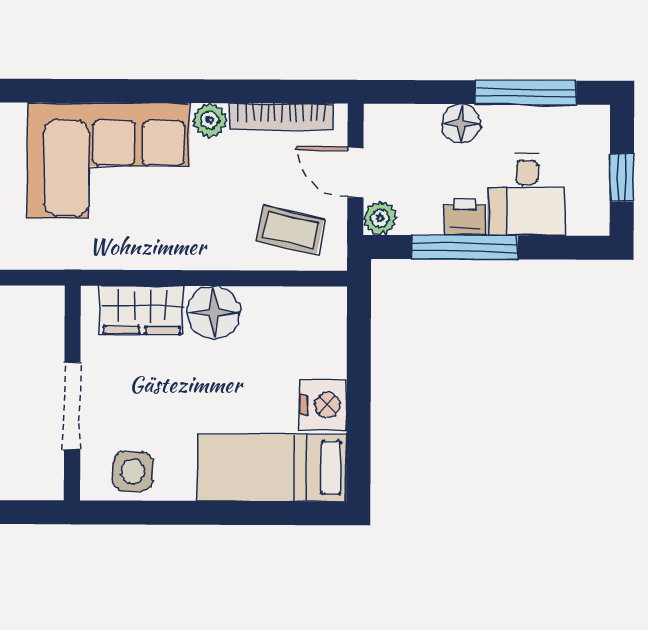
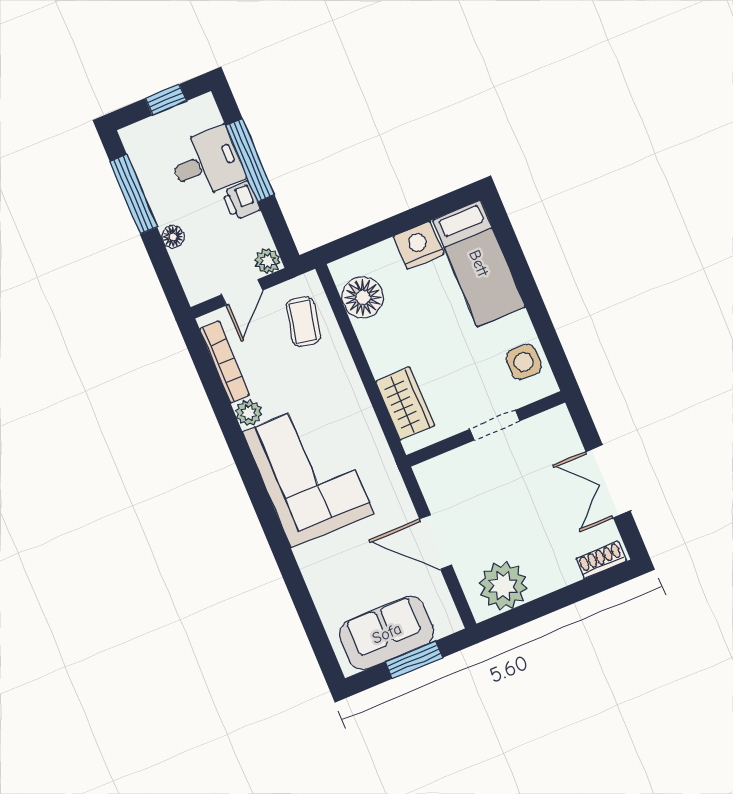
floor lamp: (461, 124) -> (173, 237), width x0.73, depth x0.73
window: (465, 247) -> (250, 160), moved
floor lamp: (213, 313) -> (363, 297), moved
doorway: (72, 406) -> (495, 425), width x0.73

